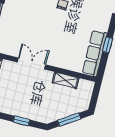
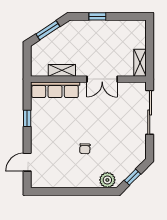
row of seats: (95, 53) -> (55, 90), moved, turned 90

